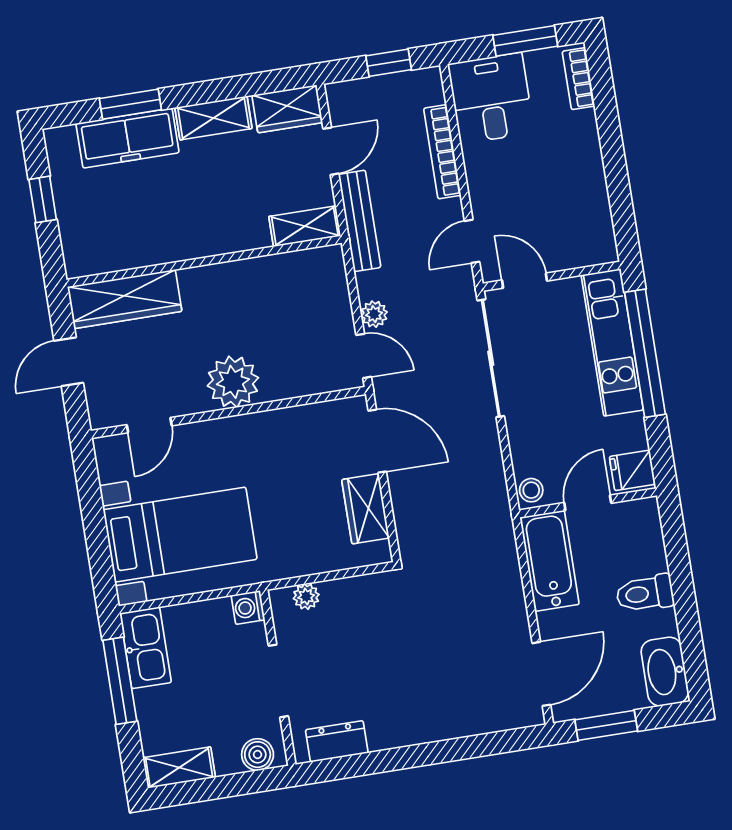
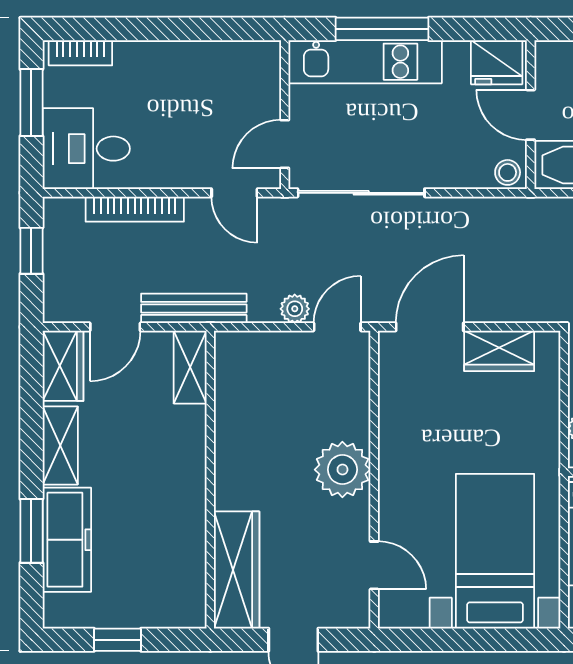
door: (331, 151) -> (115, 327), swing flipped
window: (645, 353) -> (382, 29), width x0.68
fridge: (632, 470) -> (497, 62), width x1.38

